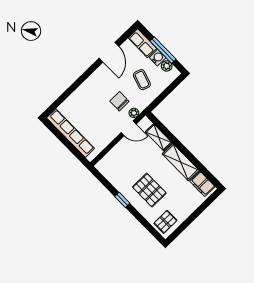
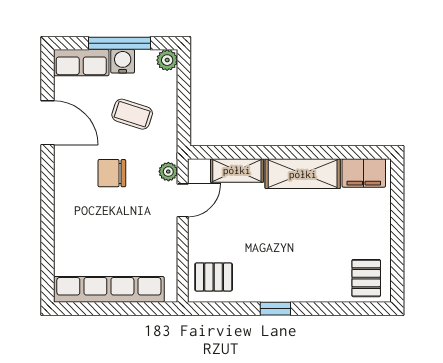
plant: (167, 66) -> (167, 60), moved
chair: (119, 101) -> (112, 173), moved
pallet: (149, 190) -> (214, 277), moved, width x0.67, depth x0.71

